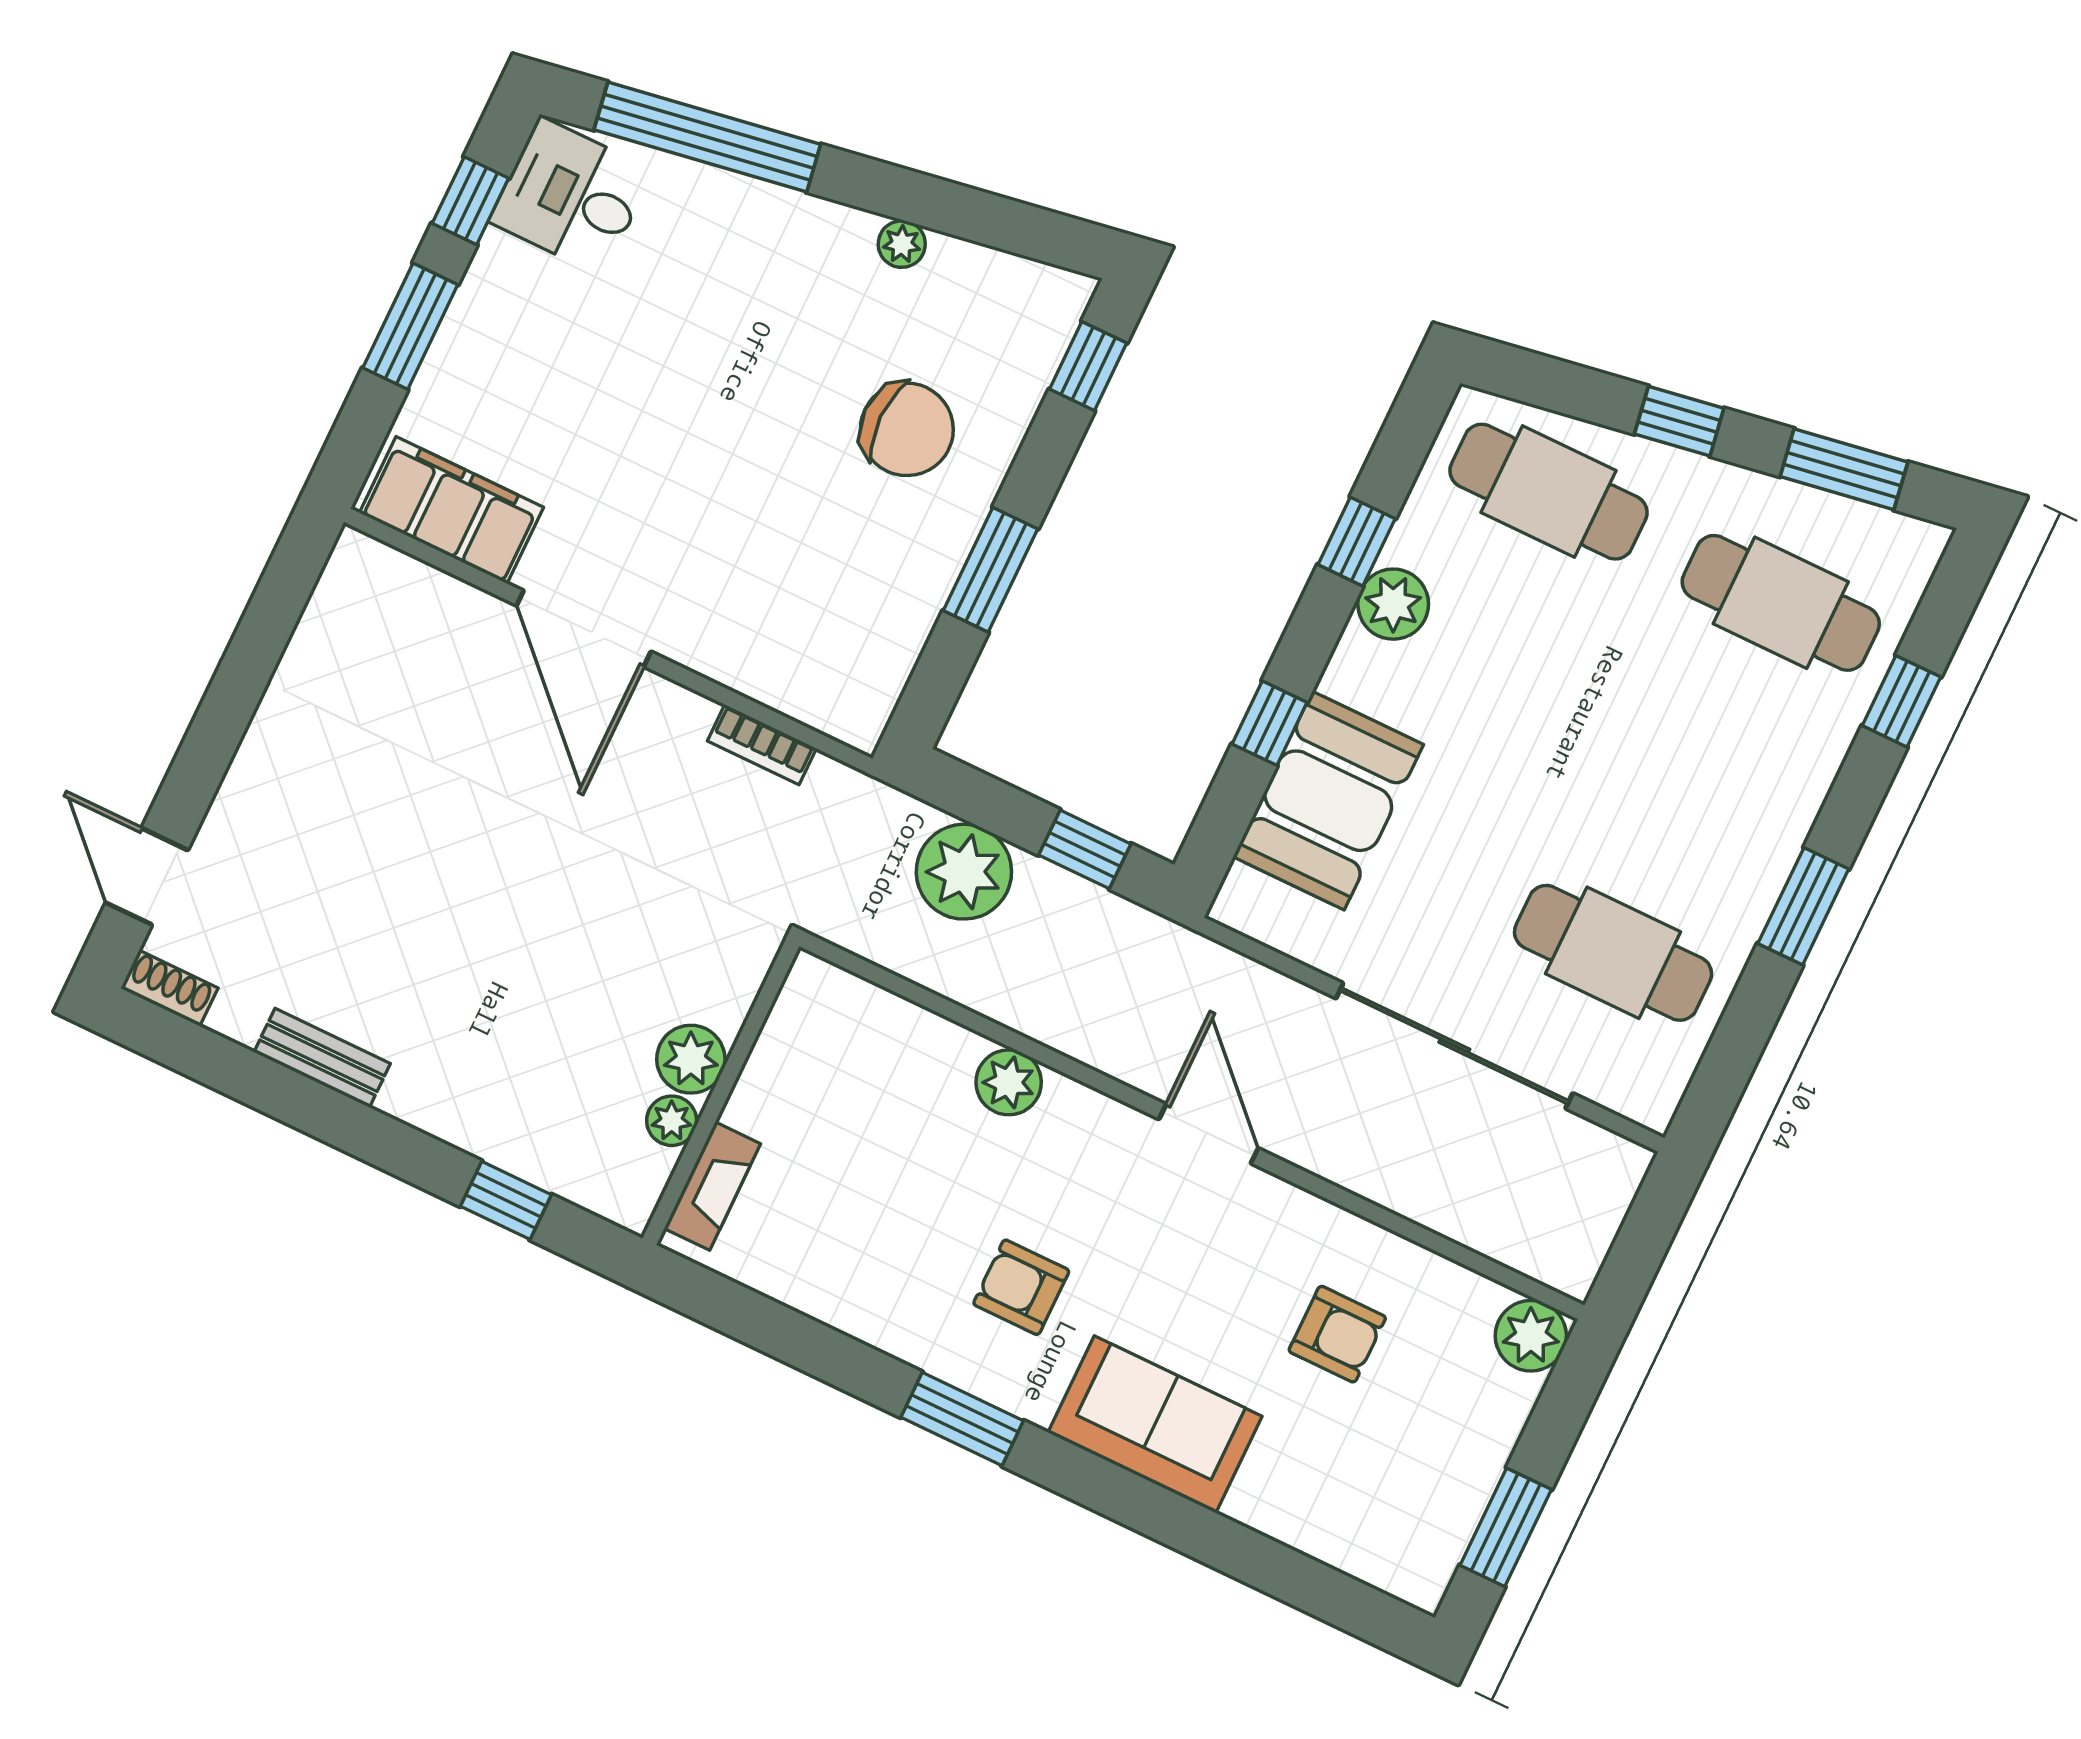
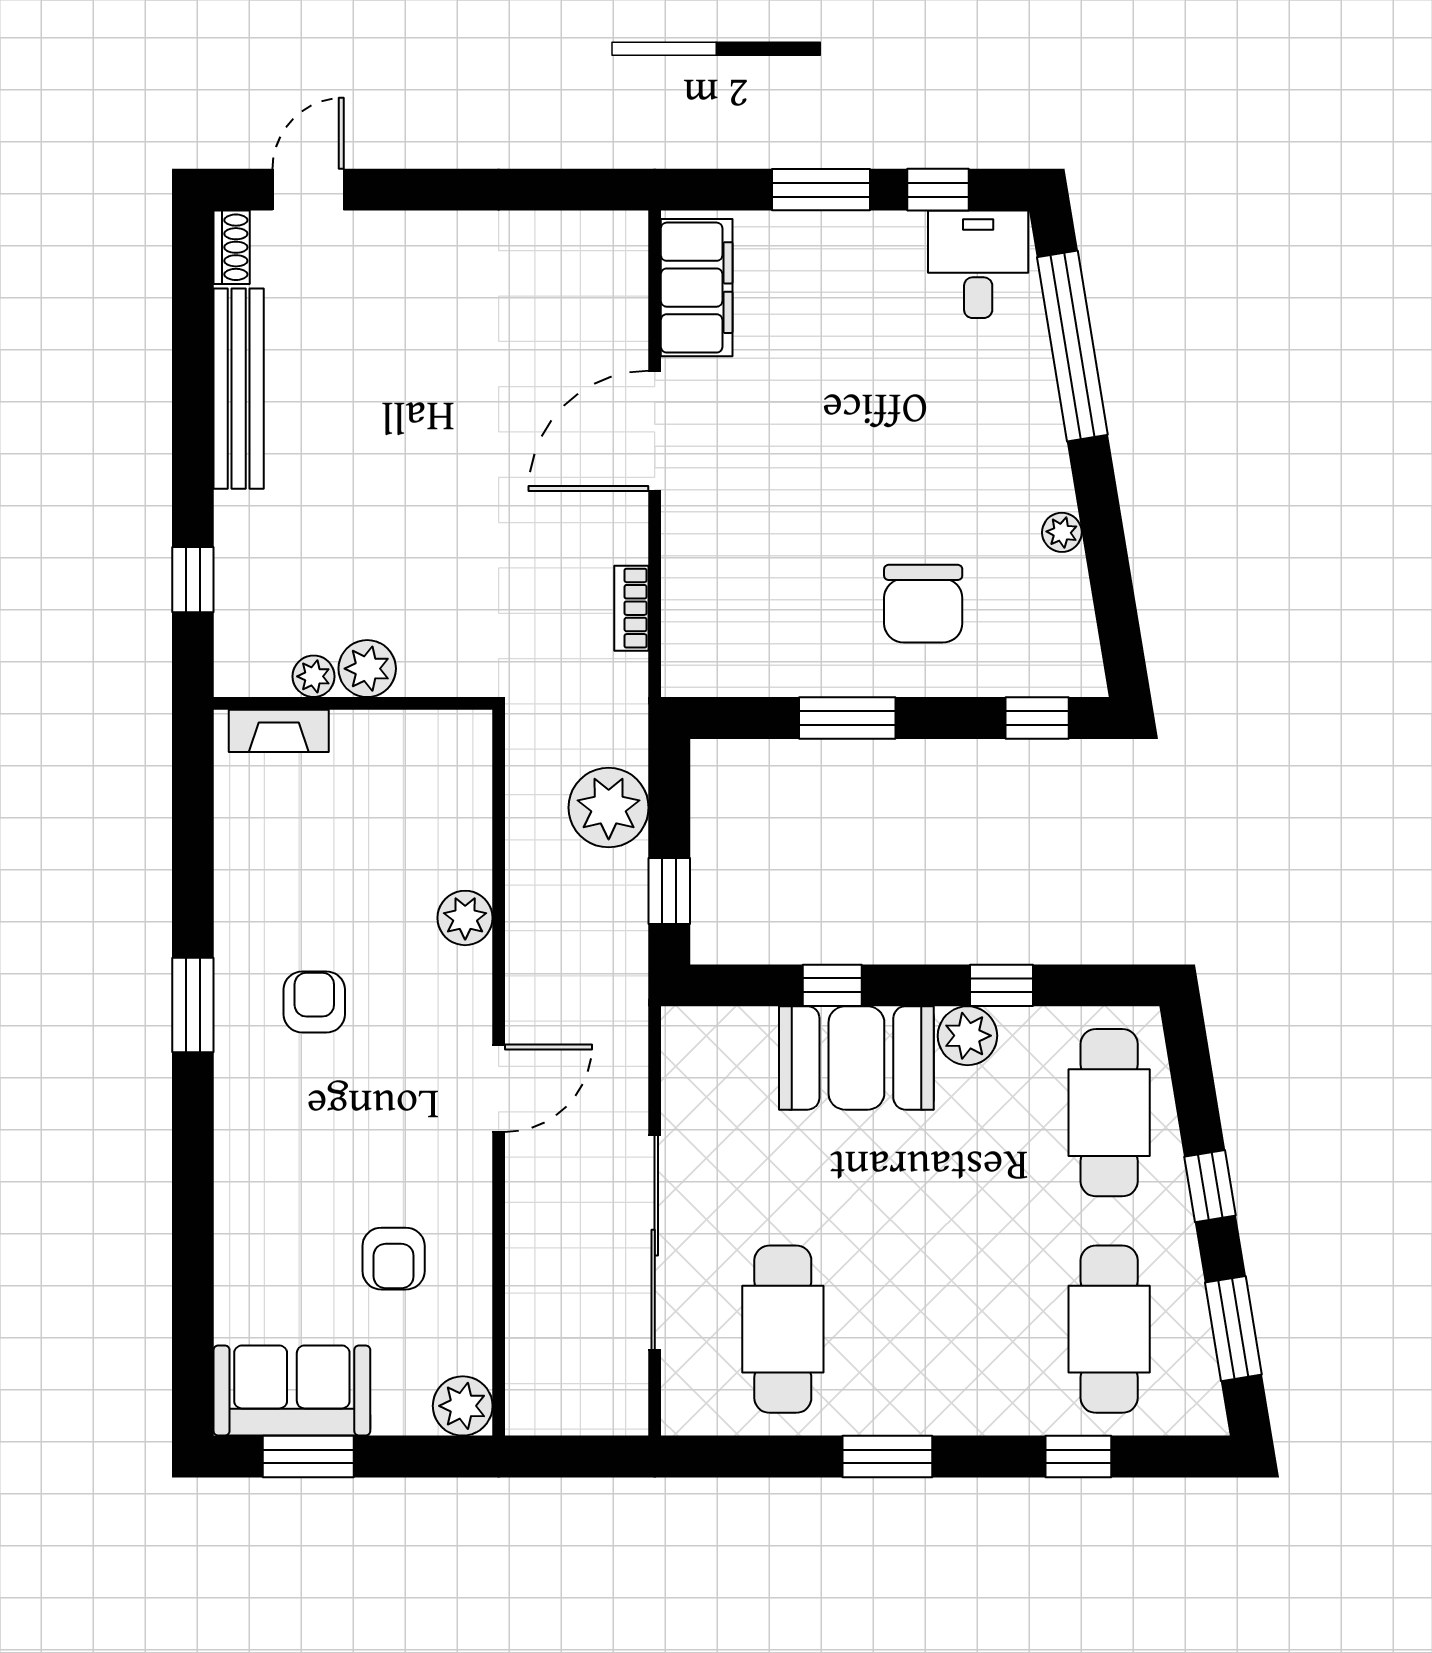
booth: (1328, 801) -> (856, 1058), moved
bench: (322, 1058) -> (239, 389), width x1.86, depth x1.21
sofa: (1155, 1424) -> (292, 1390), moved, turned -90

